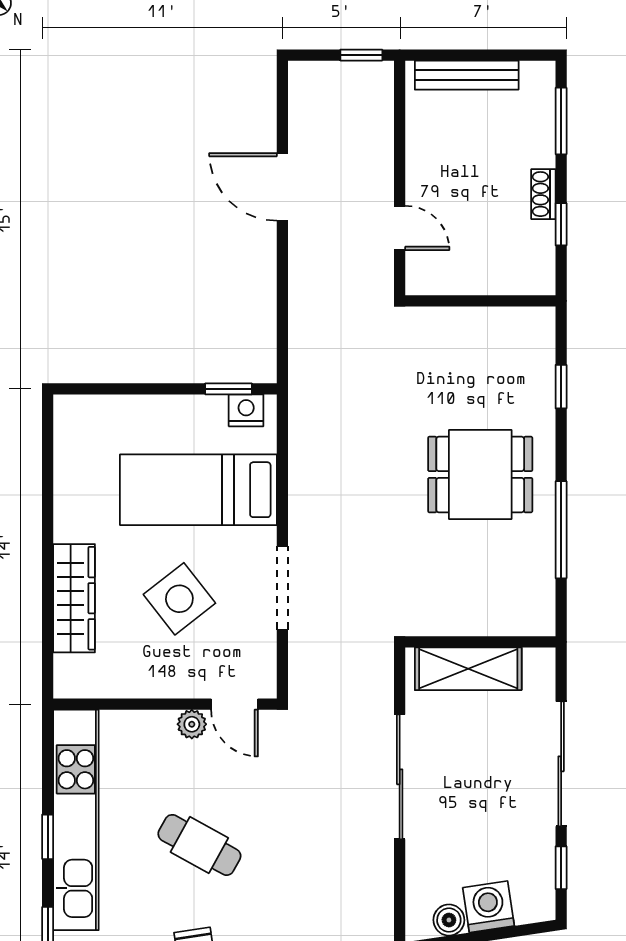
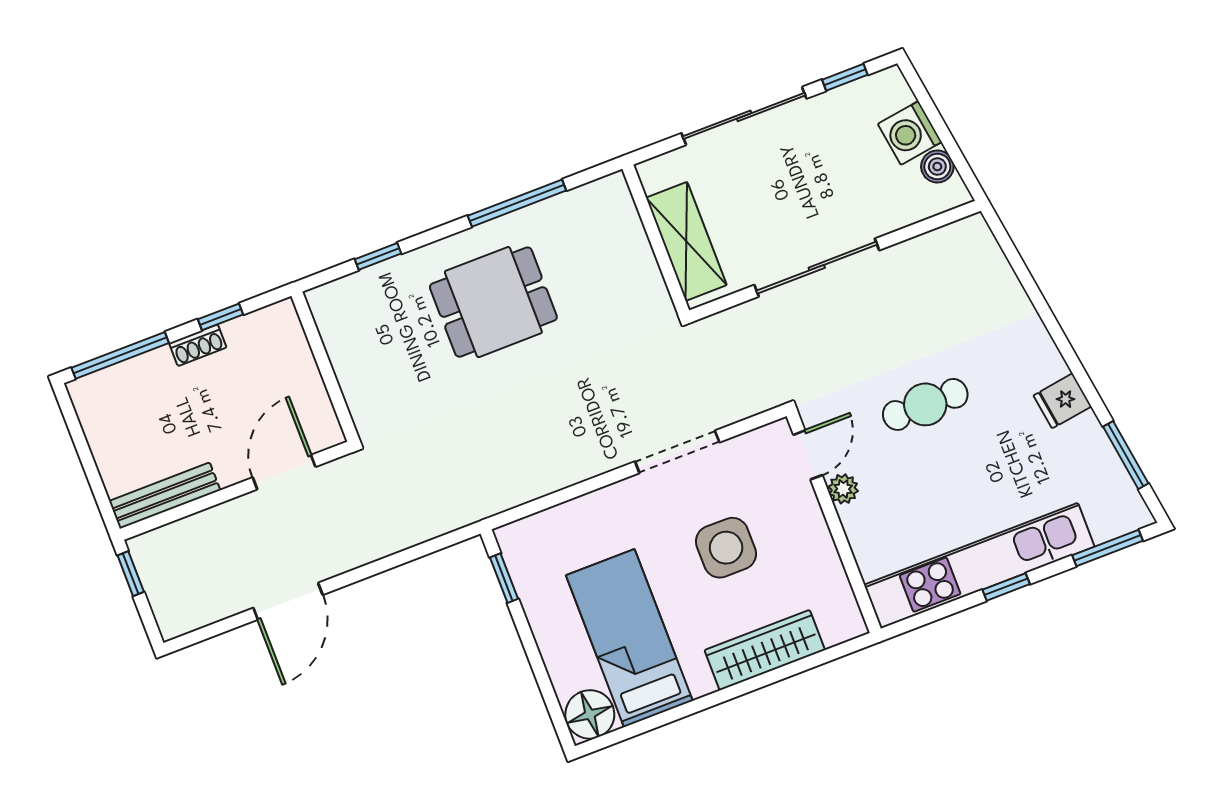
bench: (467, 75) -> (165, 496), moved, turned 90
window: (561, 121) -> (120, 355), width x1.44
door: (400, 228) -> (284, 472), width x1.38
nightstand: (246, 410) -> (518, 553), removed
floor lamp: (77, 419) -> (590, 714), added
dining table: (480, 475) -> (493, 302), turned 90
bed: (198, 490) -> (629, 638), moved, turned 180
side table: (179, 599) -> (726, 548), turned 38
cafe table: (199, 845) -> (925, 404), moved, turned 61

